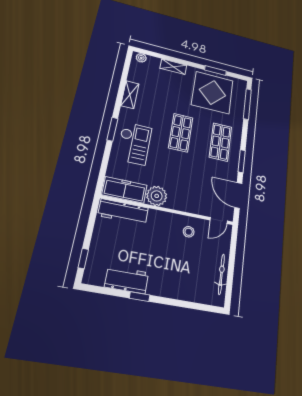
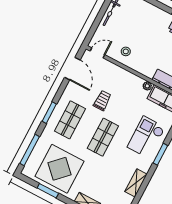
window: (242, 161) -> (49, 113), moved
trolley: (195, 170) -> (102, 101), added
plant: (157, 196) -> (147, 86), width x0.53, depth x0.53

